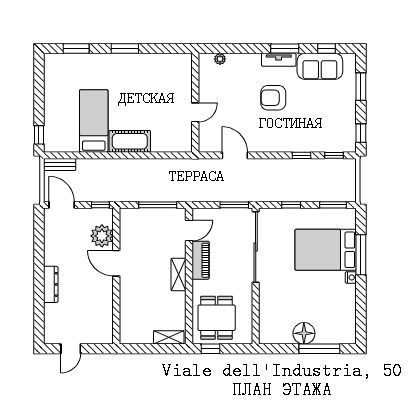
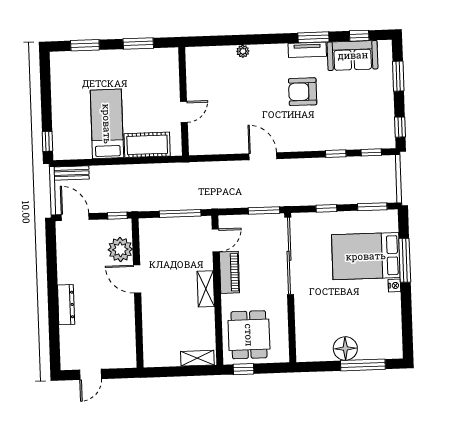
wall: (195, 103) -> (184, 101), moved
door: (195, 112) -> (184, 112), moved

